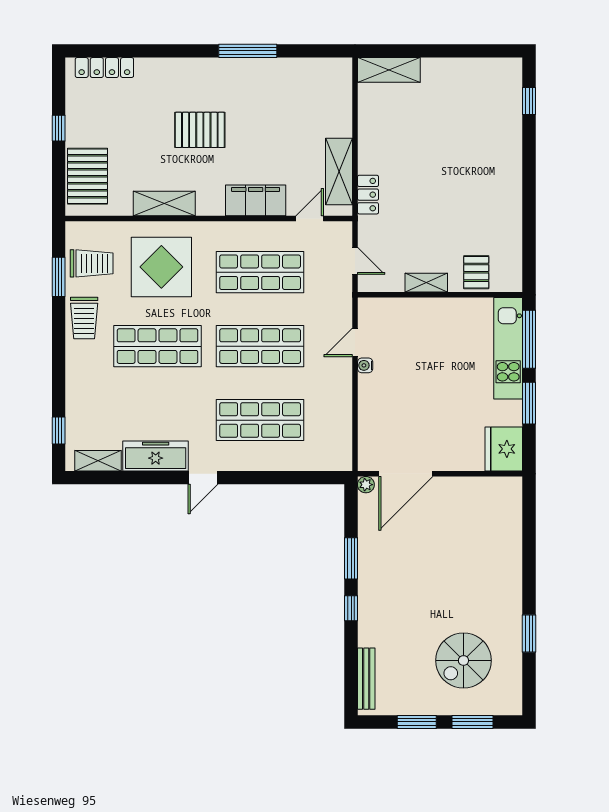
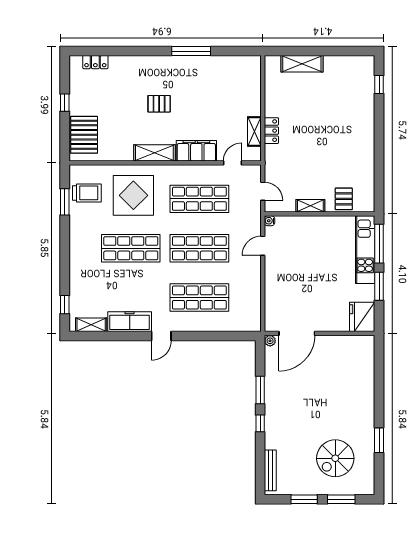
locker: (104, 68) -> (95, 62), width x0.66
shelving: (389, 70) -> (302, 64), moved
pallet: (200, 130) -> (159, 104), width x0.67, depth x0.71
shelving: (339, 171) -> (254, 132), width x0.67, depth x0.75
locker: (368, 195) -> (271, 131), moved
shelving: (164, 204) -> (154, 153), moved
trolley: (84, 318) -> (82, 229), removed
water cooler: (365, 365) -> (270, 221), moved

